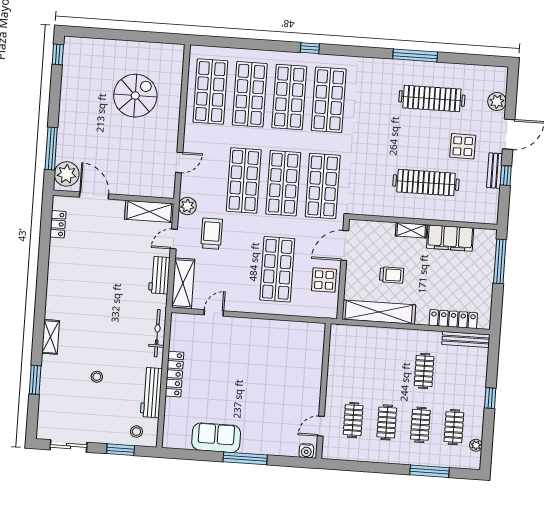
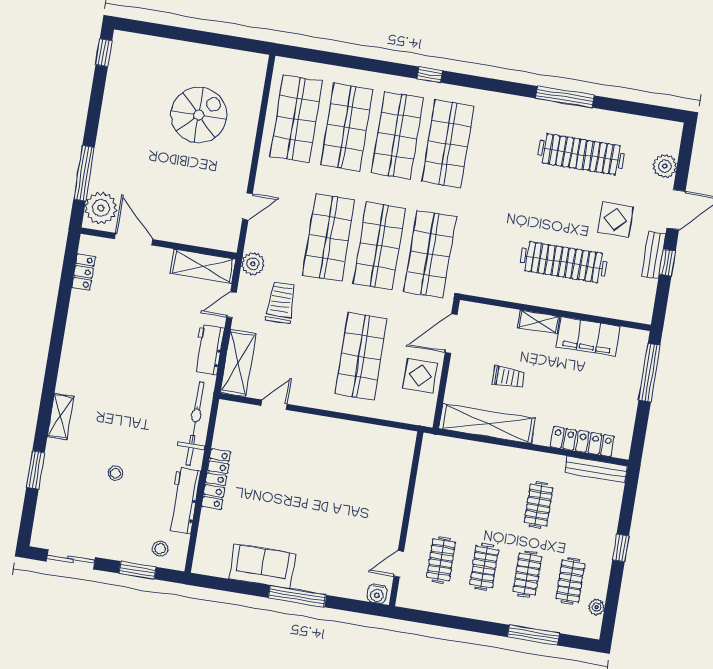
bicycle: (157, 333) -> (195, 424), width x1.37, depth x1.40

